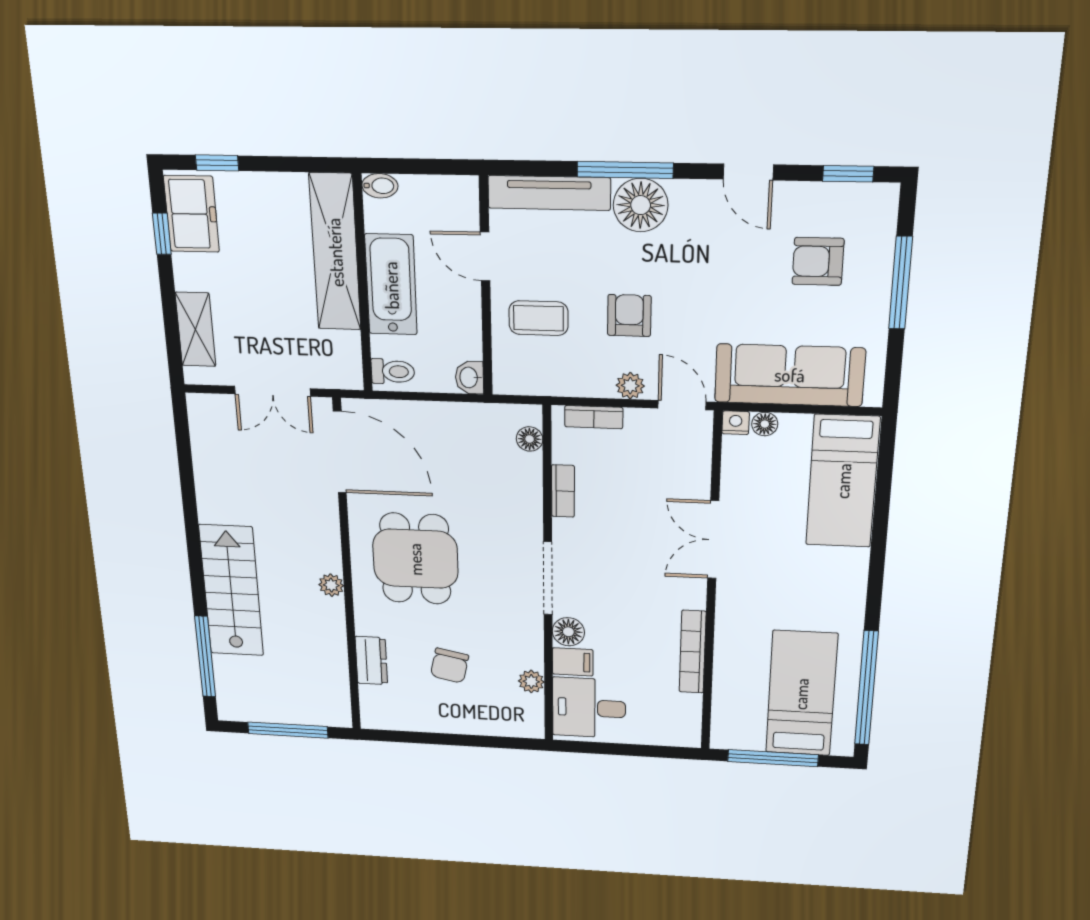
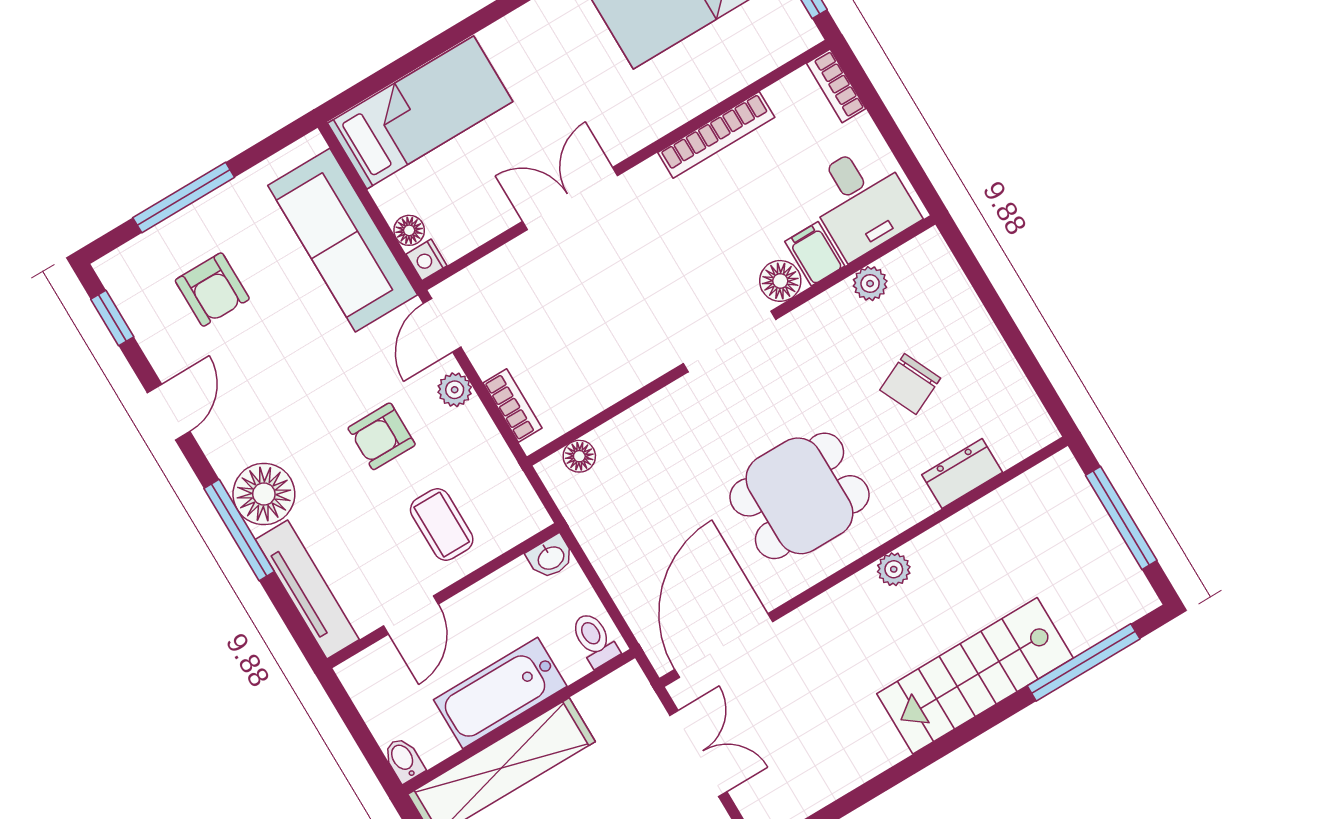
bookcase: (563, 491) -> (836, 86), moved, turned -90
double door: (713, 540) -> (570, 198), swing flipped
chair: (450, 666) -> (910, 384), turned 143

